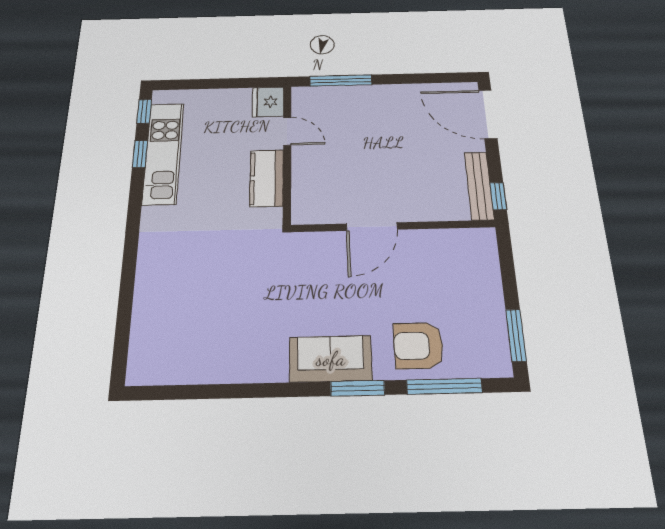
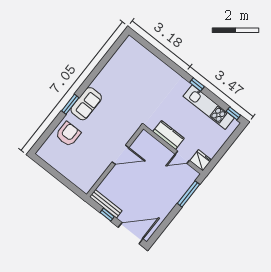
window: (140, 154) -> (197, 85), moved
window: (498, 196) -> (107, 215), moved
door: (372, 227) -> (120, 155), swing flipped
window: (516, 335) -> (47, 167), removed
window: (444, 386) -> (49, 131), removed

